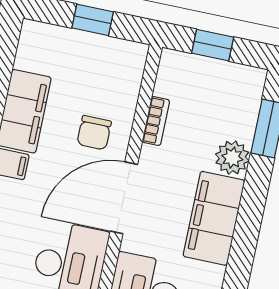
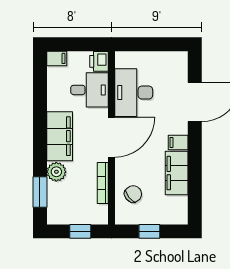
bookcase: (156, 121) -> (103, 183), width x1.56
chair: (94, 133) -> (133, 194), moved, turned 51

